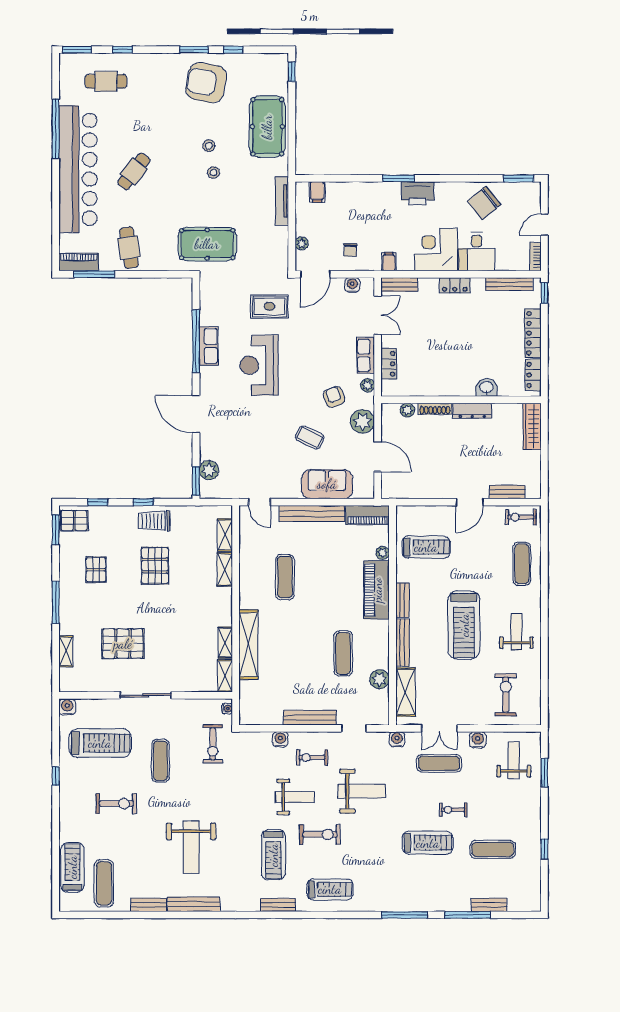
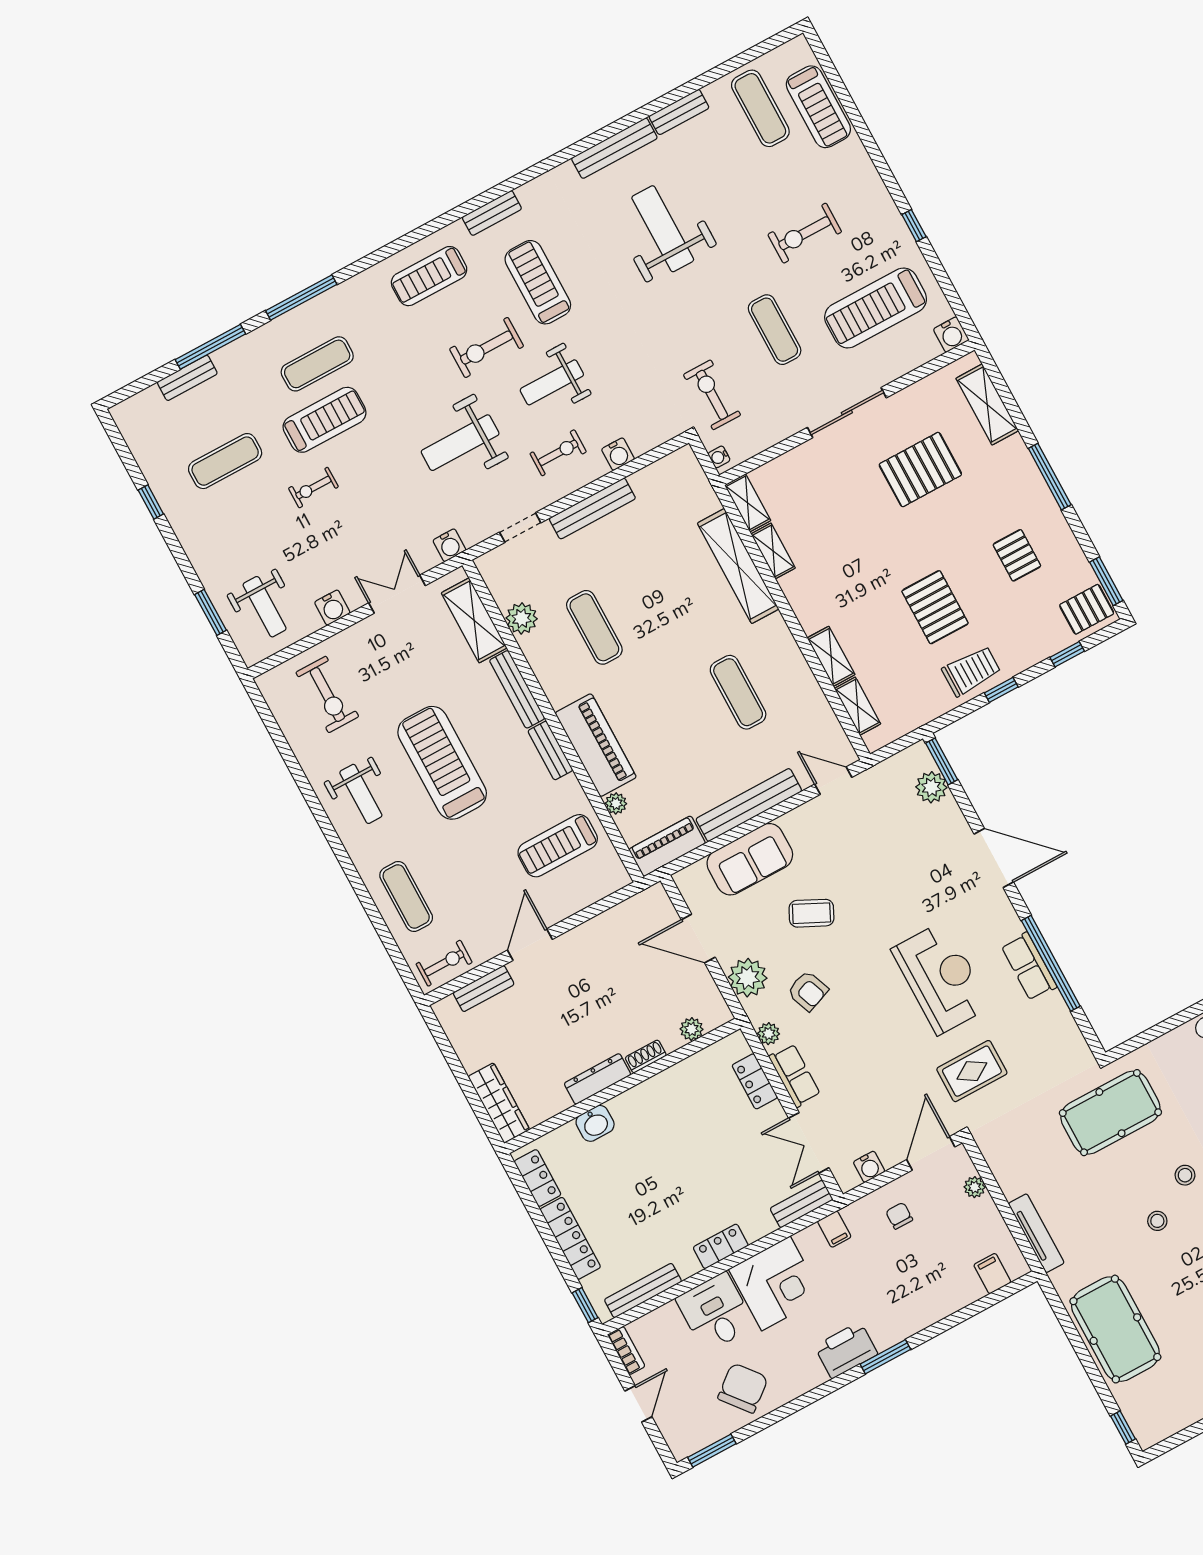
stool: (209, 146) -> (1185, 1175), moved
shoe rack: (435, 409) -> (646, 1056), width x0.70
shelving: (66, 651) -> (987, 404), width x1.50, depth x1.33
exercise mat: (439, 763) -> (317, 364), moved
exercise bike: (453, 810) -> (313, 488), turned 180
treadmill: (428, 843) -> (325, 420), turned 180

